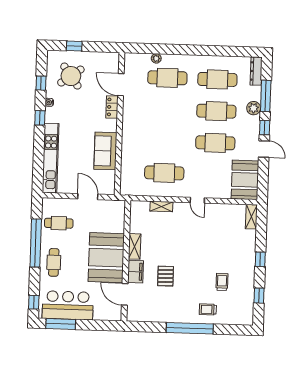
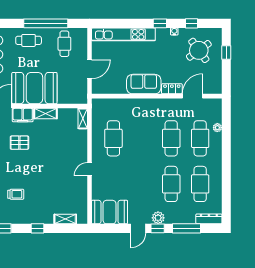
plant: (254, 108) -> (158, 218), moved
cafe table: (215, 143) -> (171, 138), moved
sofa: (105, 151) -> (144, 84), moved
shelving: (161, 206) -> (83, 118), moved
shelving: (251, 217) -> (65, 219), moved

